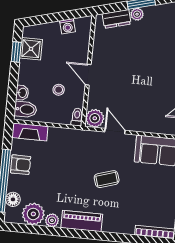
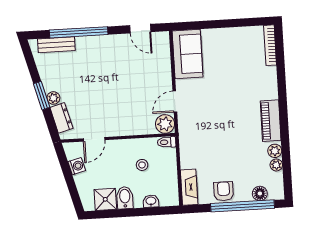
window: (16, 52) -> (111, 214), removed
door: (88, 75) -> (94, 139), moved
bidet: (26, 109) -> (125, 198), moved
coffee table: (107, 179) -> (224, 102), removed
plant: (33, 214) -> (276, 165), width x0.53, depth x0.53

